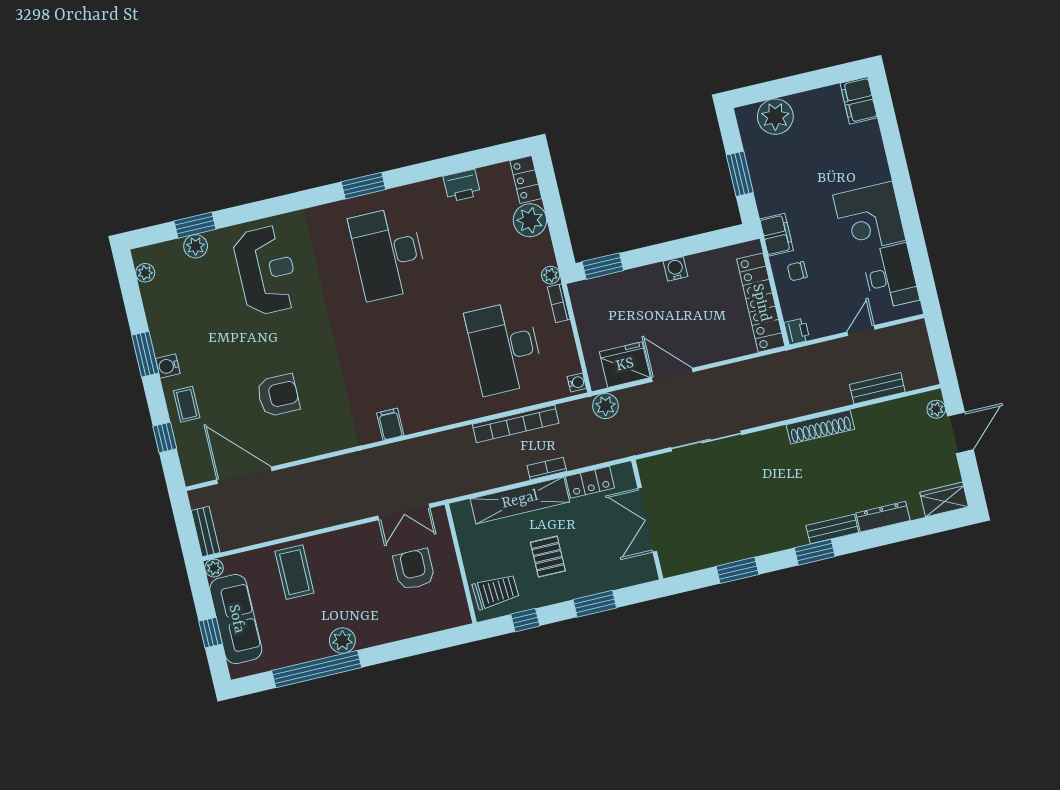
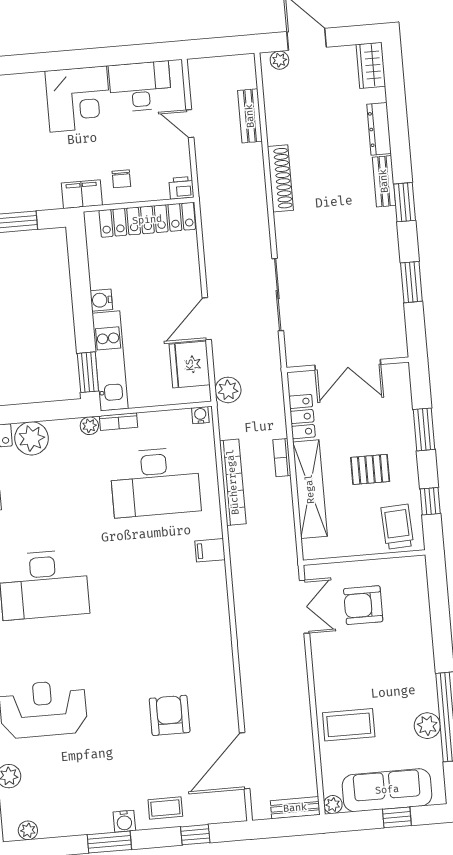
kitchen unit: (617, 286) -> (110, 361), added
filing cabinet: (390, 424) -> (210, 550), moved
plant: (342, 641) -> (427, 726), moved

